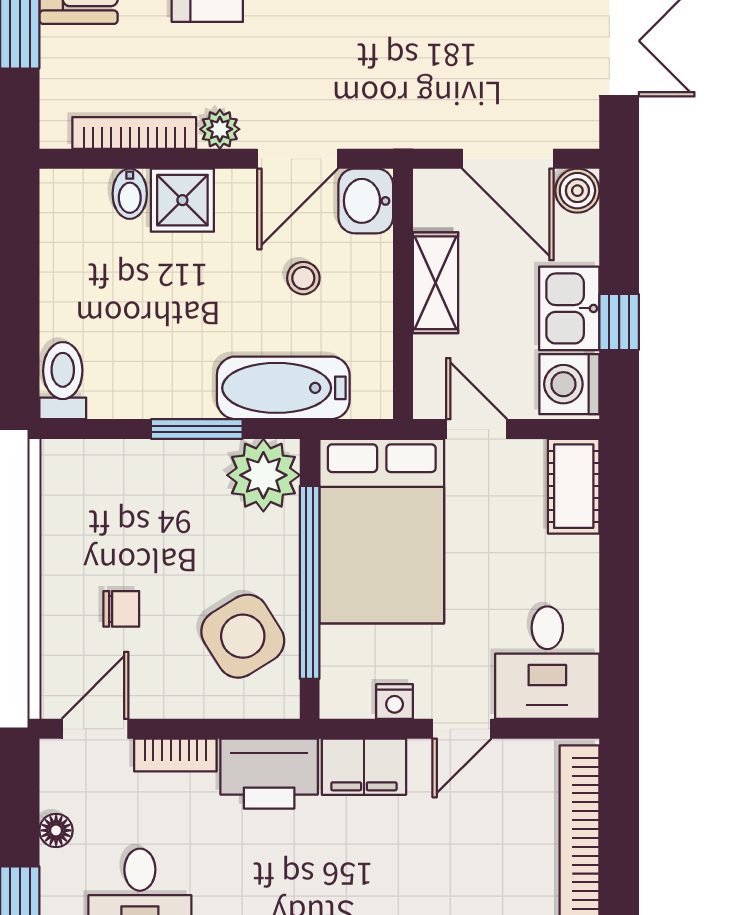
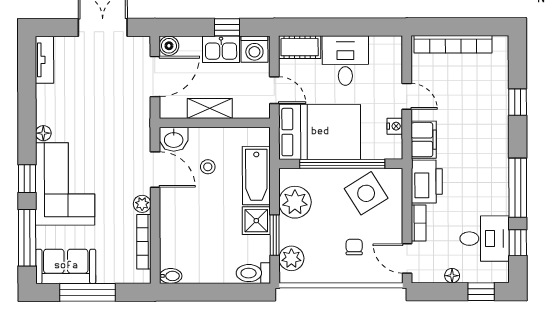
bidet: (130, 194) -> (171, 276), moved
shower: (182, 200) -> (256, 221), moved
window: (197, 429) -> (275, 235), moved
door: (477, 429) -> (274, 90), swing flipped
plant: (96, 467) -> (291, 258), added
plant: (263, 475) -> (295, 202), moved
desk: (547, 663) -> (345, 61), moved, turned -90

